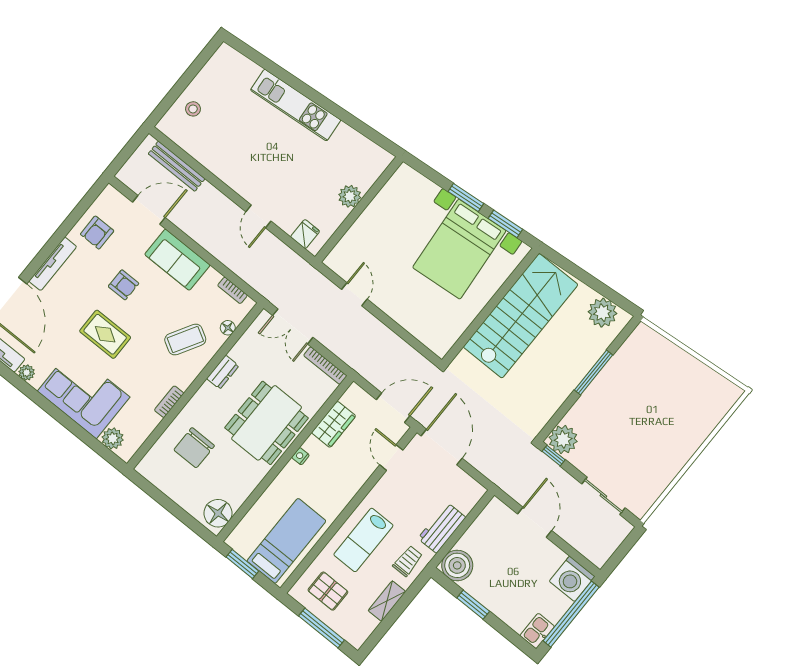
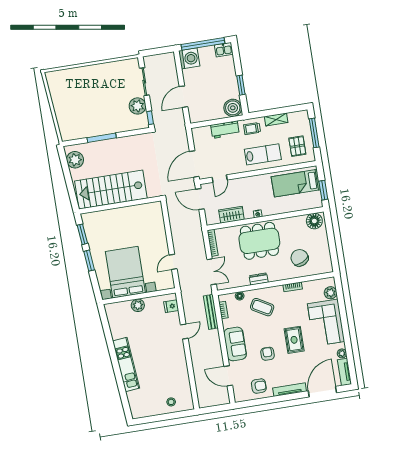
bench: (177, 166) -> (211, 312), moved
bed with nightstands: (459, 249) -> (125, 272), moved, turned -85
plant: (563, 439) -> (138, 106), moved
chair: (194, 448) -> (300, 258), turned -116

